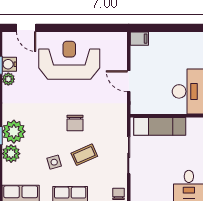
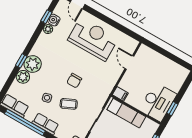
filing cabinet: (139, 39) -> (120, 94), moved
door: (129, 81) -> (129, 62), moved

